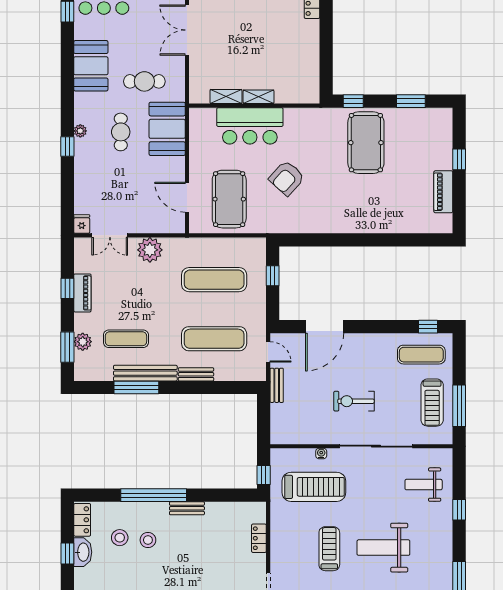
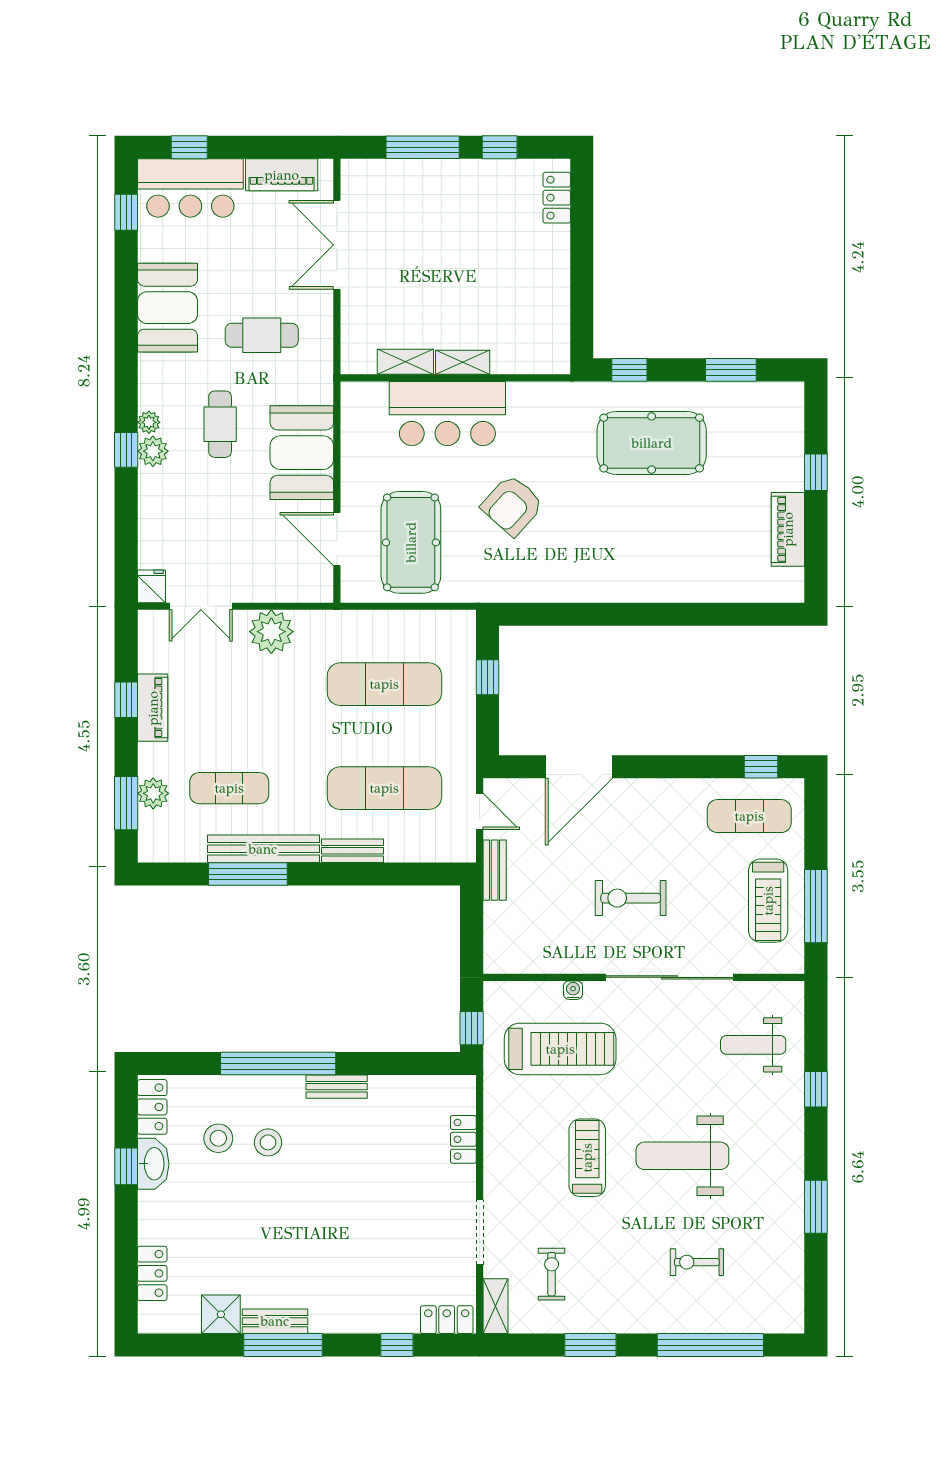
booth: (167, 129) -> (302, 453), moved
pool table: (366, 143) -> (652, 443), turned 90
plant: (83, 147) -> (153, 451), added

